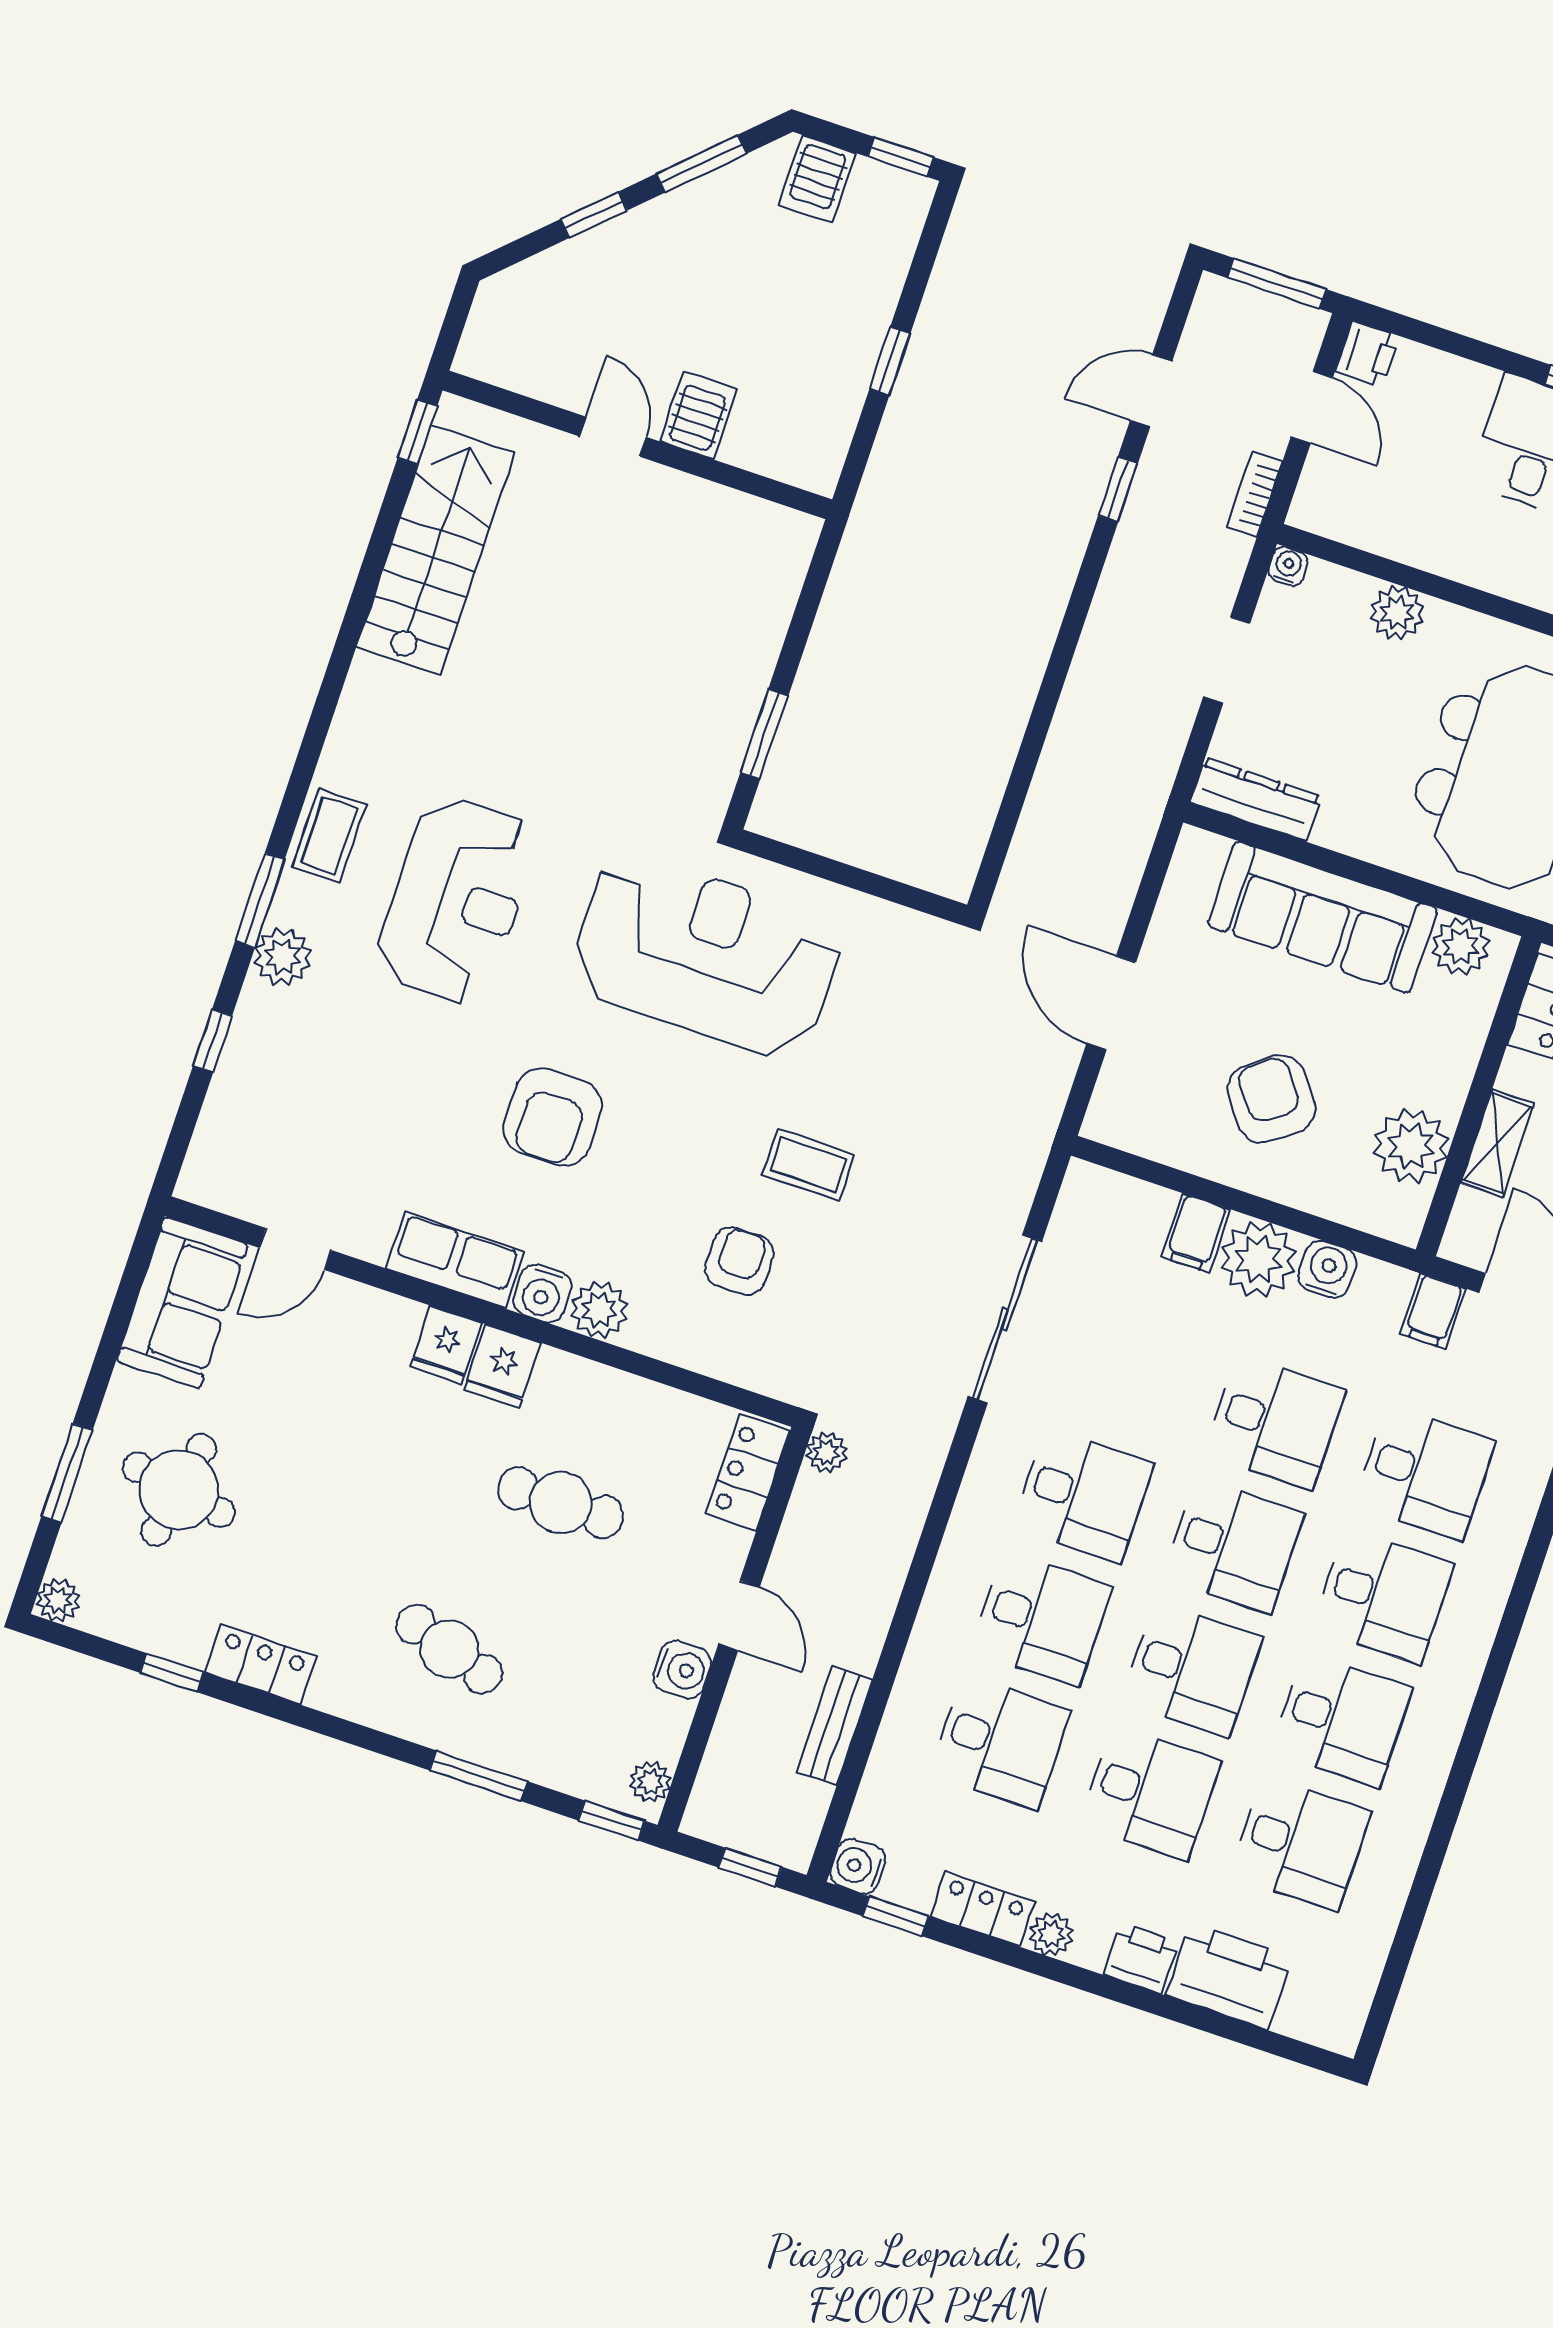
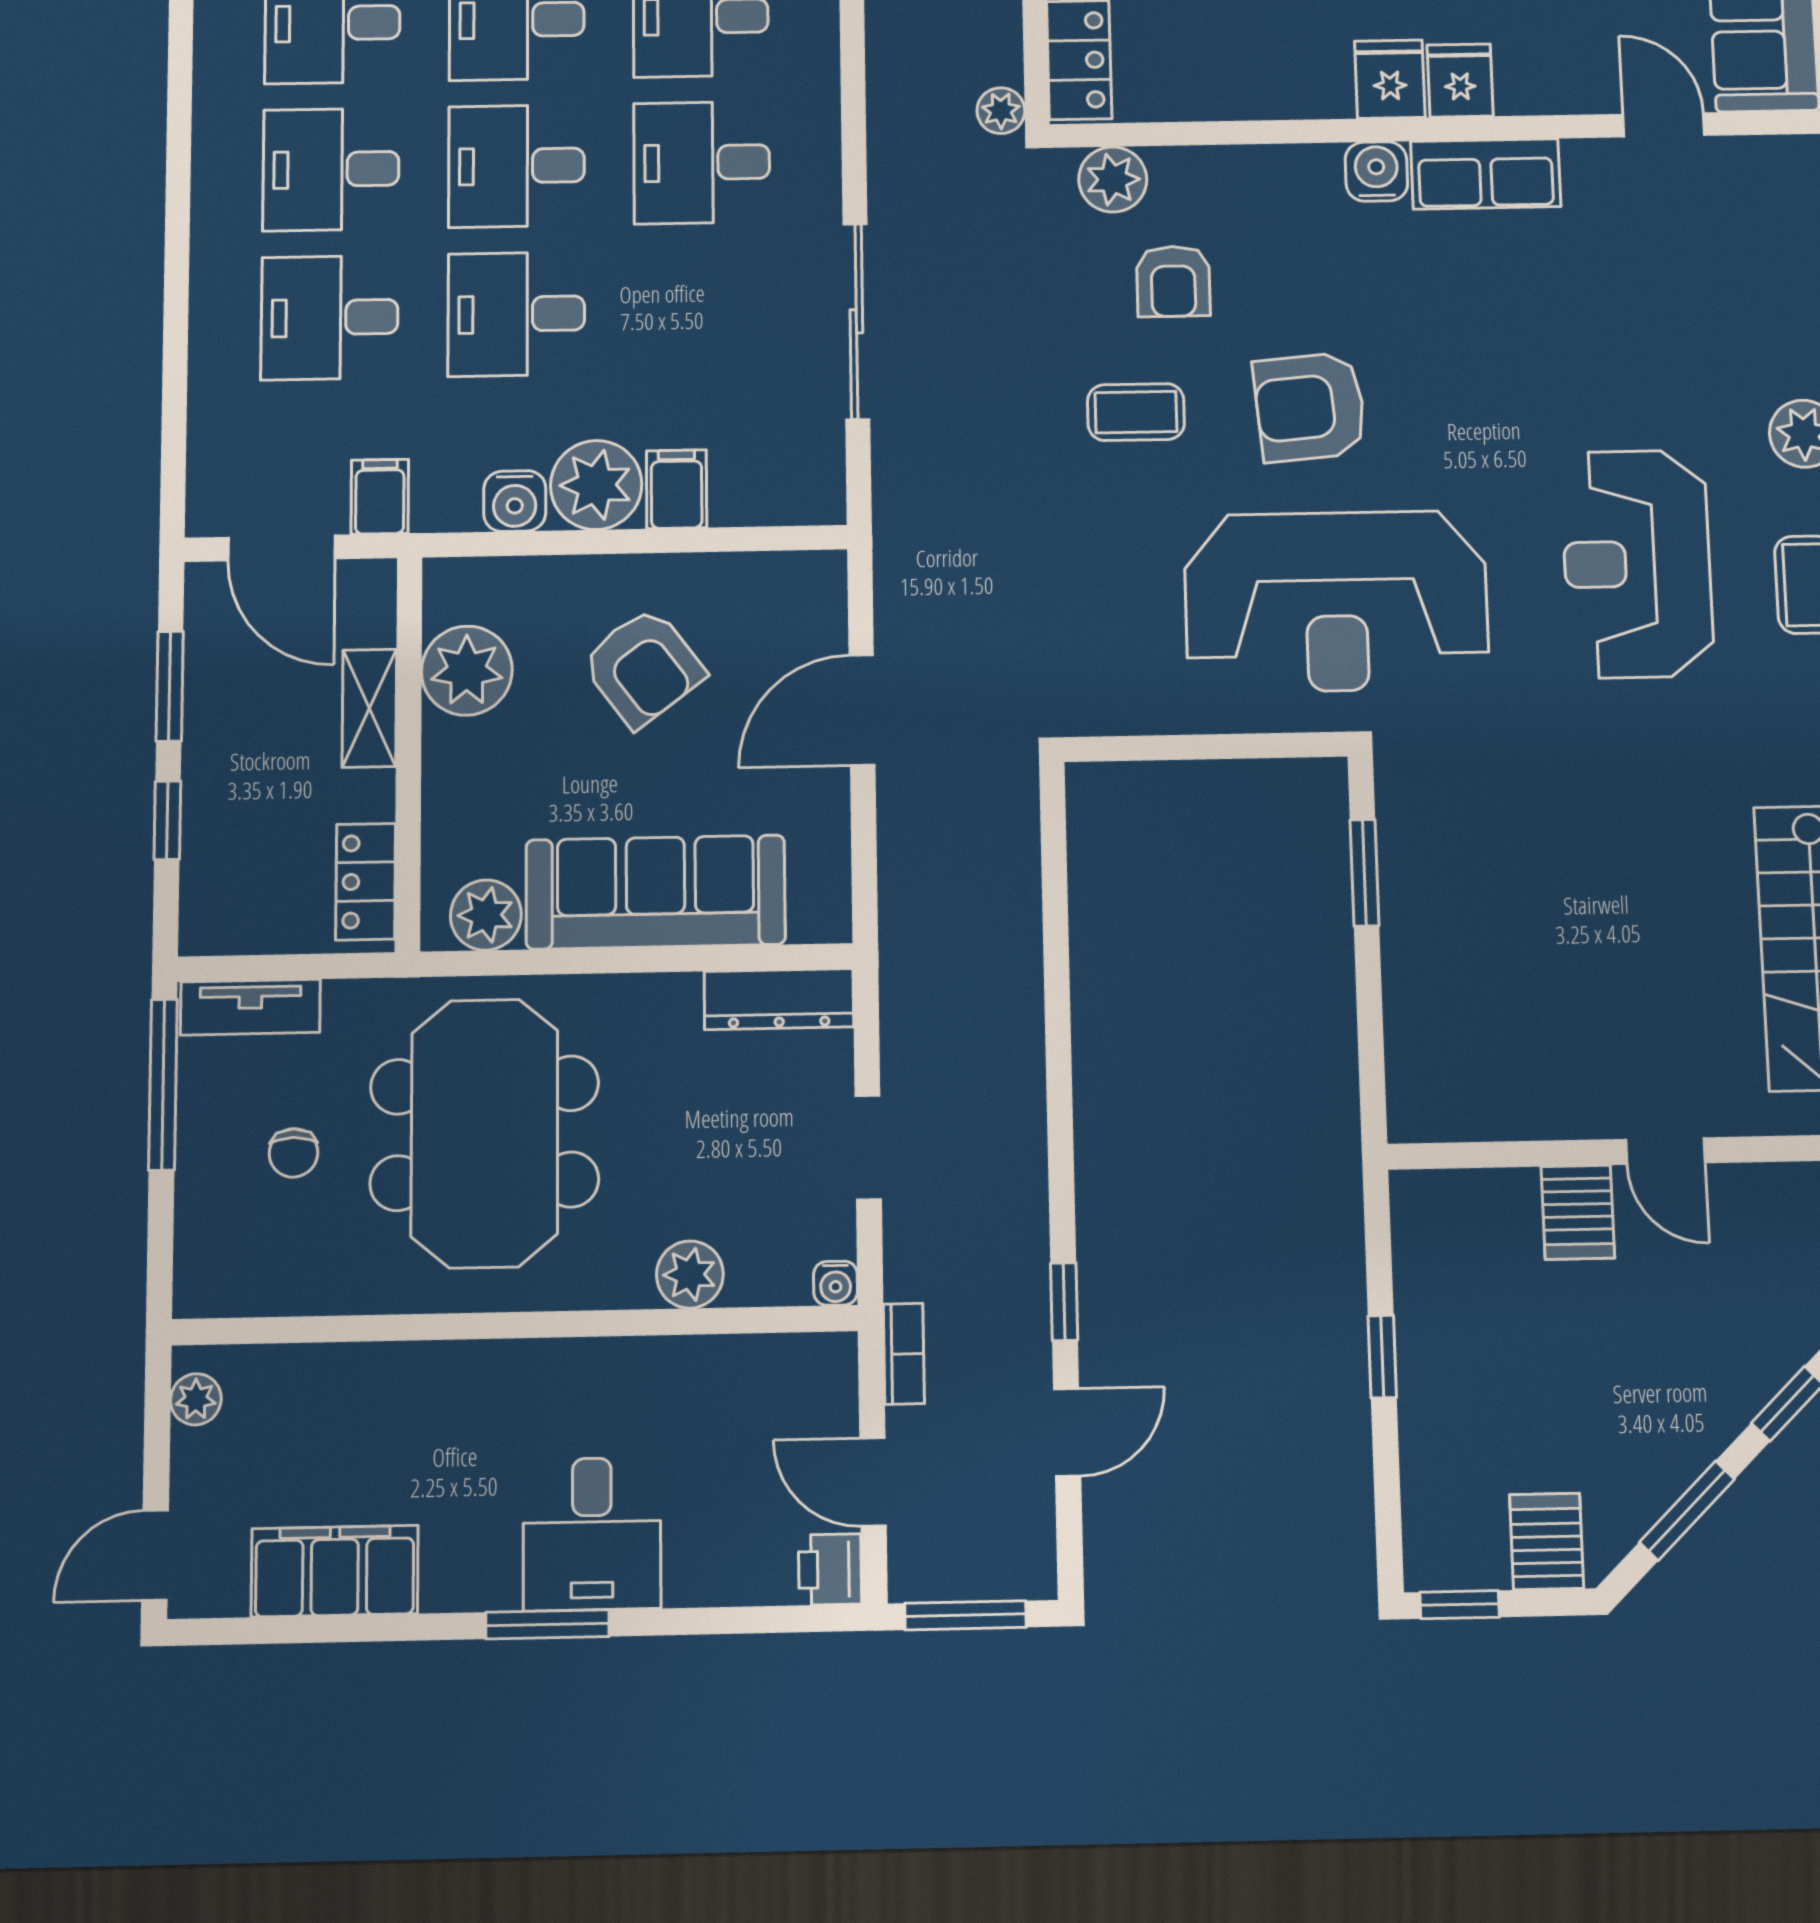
door: (1111, 1003) -> (862, 710), swing flipped
armchair: (553, 1117) -> (1310, 407), moved, turned -95
door: (295, 1249) -> (1664, 125), hinge flipped
plant: (599, 1310) -> (1113, 179), moved

